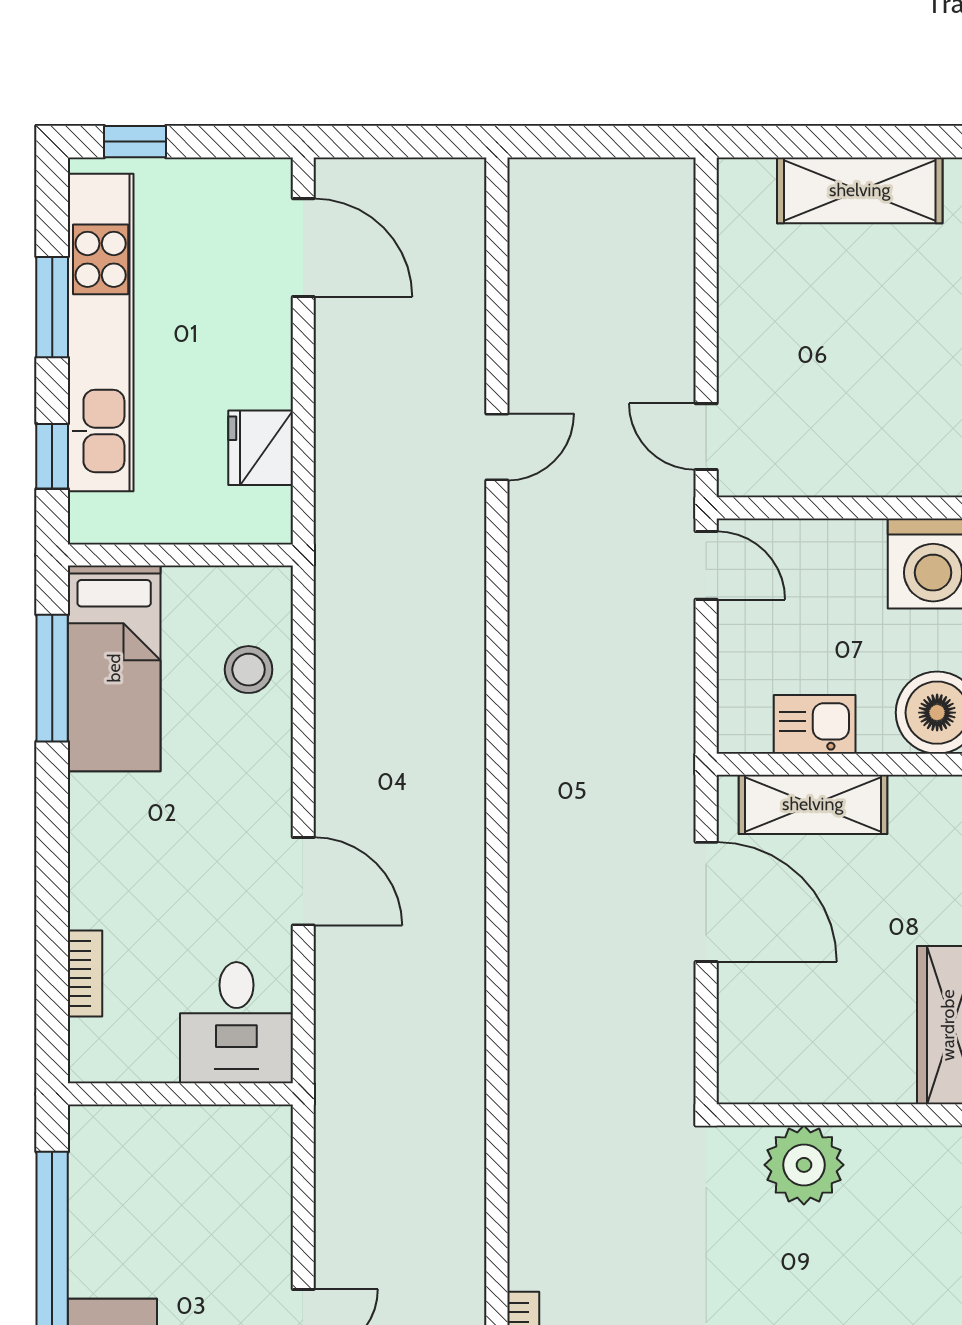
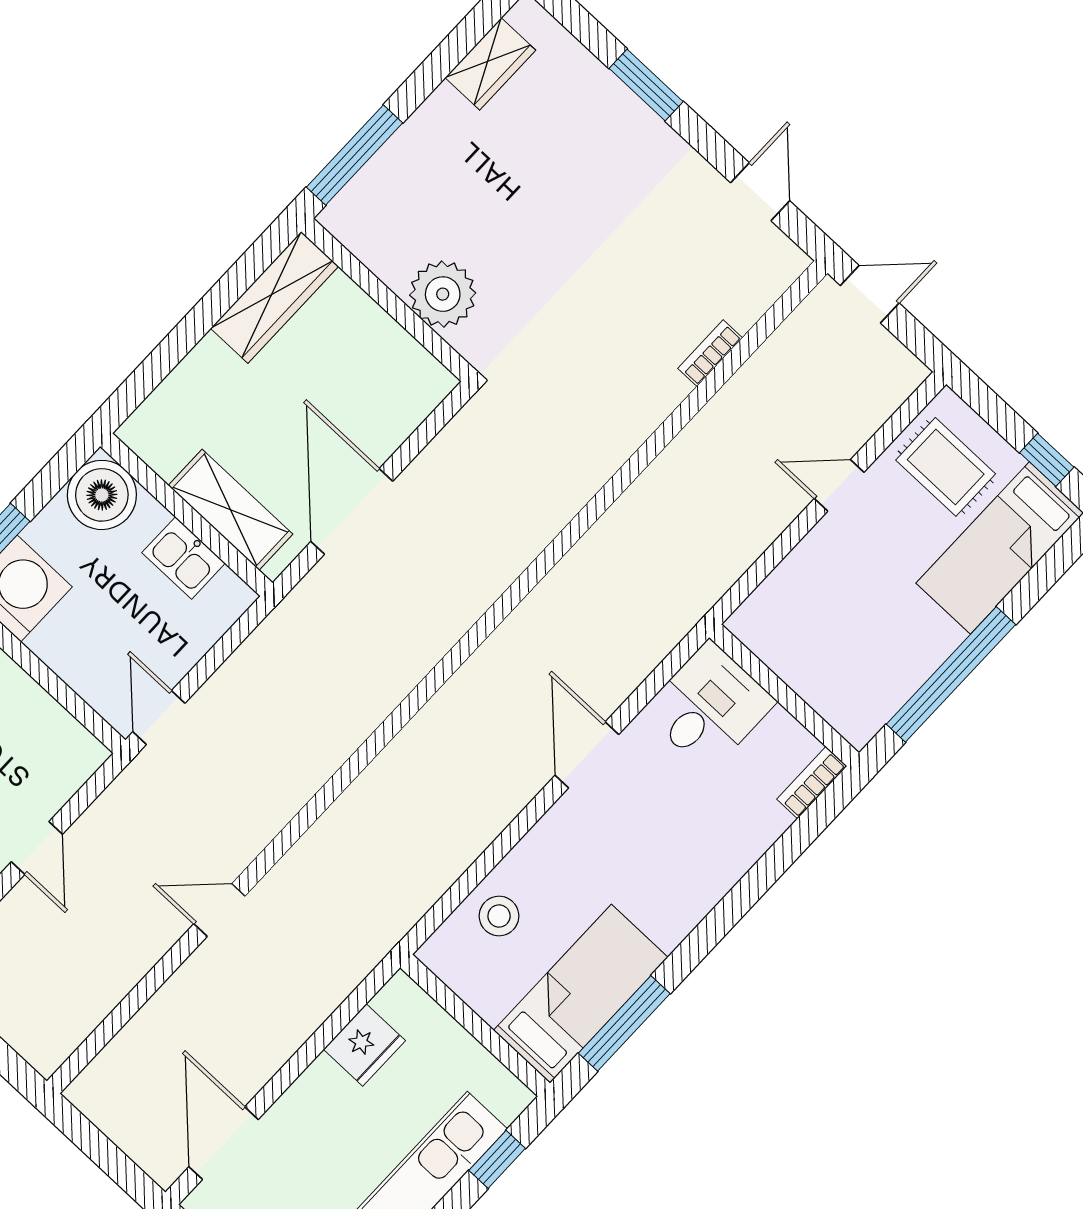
door: (706, 437) -> (37, 848), moved
bookcase: (85, 973) -> (812, 783), moved

